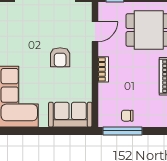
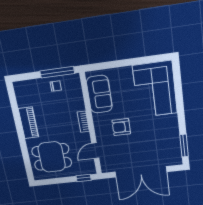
armchair: (60, 57) -> (121, 127), turned -90
sofa: (70, 115) -> (99, 94), moved, turned -90

